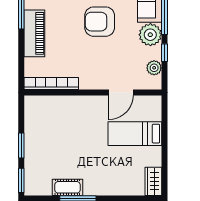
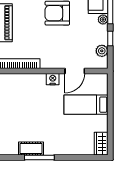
plant: (150, 35) -> (103, 20), width x0.53, depth x0.53
nightstand: (94, 102) -> (53, 79), added

